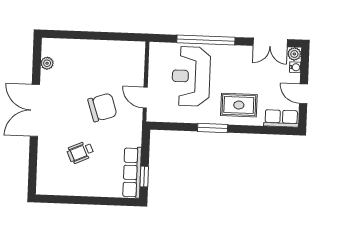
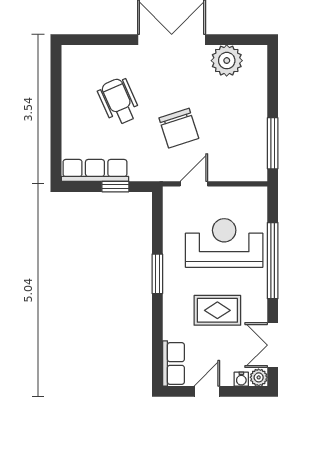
window: (117, 37) -> (273, 143), added
plant: (47, 63) -> (227, 61), width x1.87, depth x1.87
rug: (239, 105) -> (217, 310), moved, turned 90
wheelchair: (80, 152) -> (119, 101), width x1.36, depth x1.37
window: (144, 177) -> (115, 187), moved

